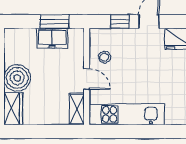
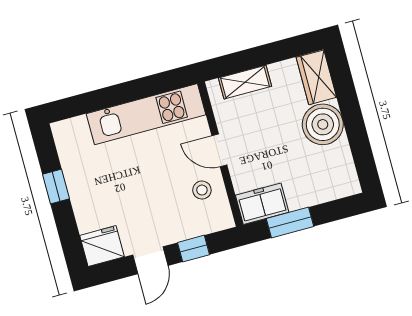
freezer: (52, 38) -> (262, 204), moved
shelving: (77, 109) -> (245, 82), moved, turned 90

